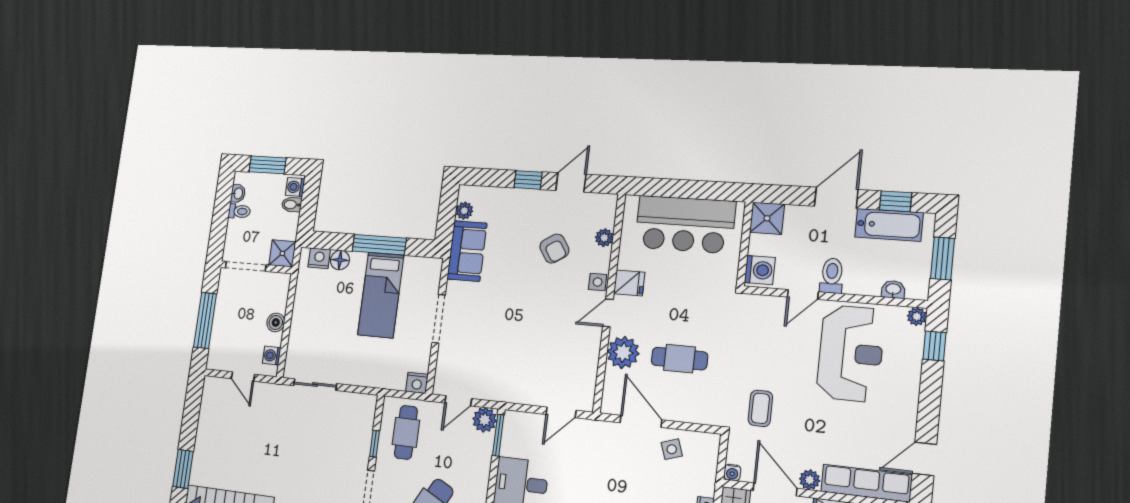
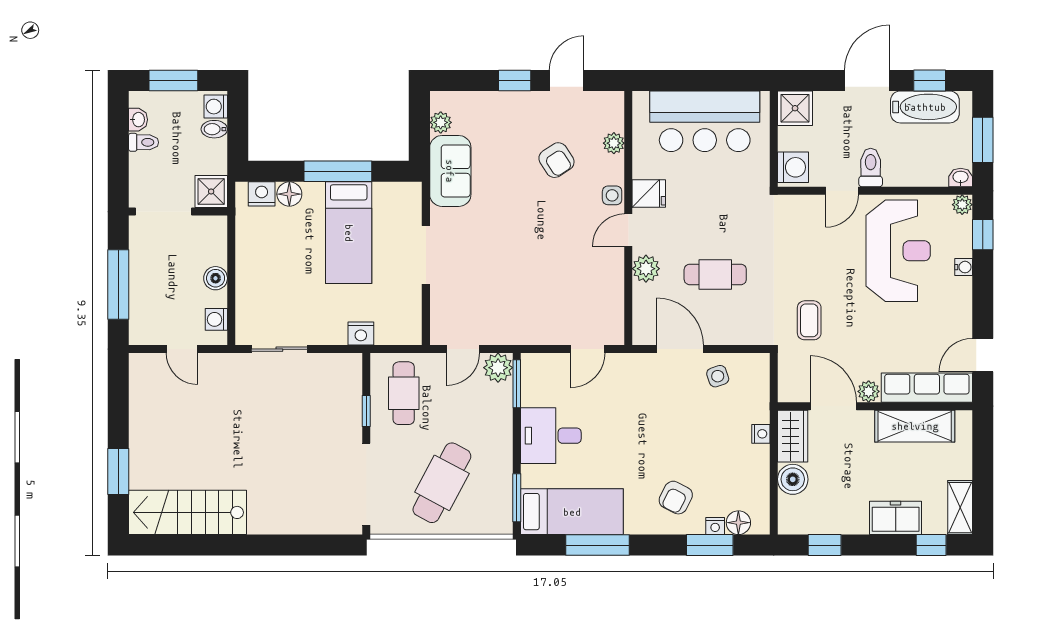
washbasin: (893, 289) -> (961, 177), moved
plant: (623, 352) -> (646, 269), width x0.73, depth x0.73
nightstand: (417, 383) -> (361, 334), moved
water cooler: (732, 472) -> (964, 267), moved, turned -90

